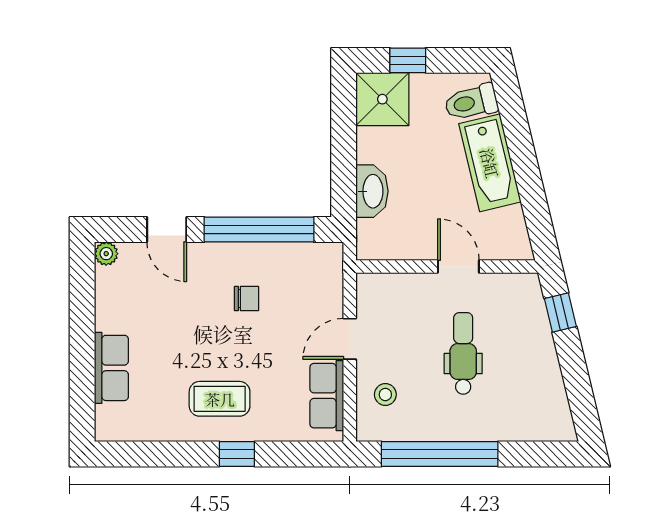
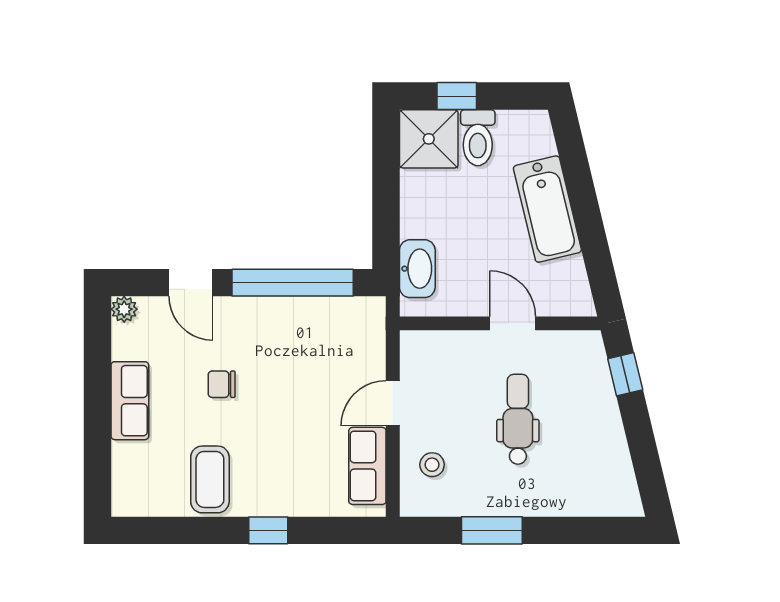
toilet: (471, 102) -> (478, 138), moved, turned -77
washbasin: (372, 191) -> (417, 269), moved
chair: (247, 299) -> (222, 384), moved, turned 180
row of seats: (111, 368) -> (130, 401), moved
coffee table: (220, 399) -> (210, 479), moved, turned 90
window: (440, 454) -> (492, 530), width x0.47

